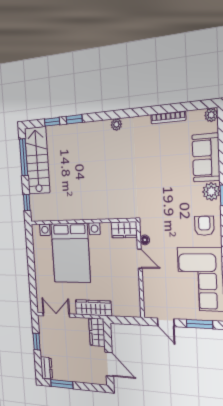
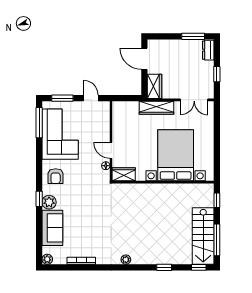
window: (52, 122) -> (199, 267), moved

